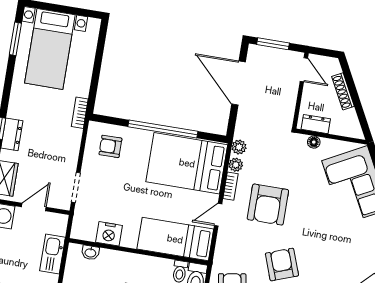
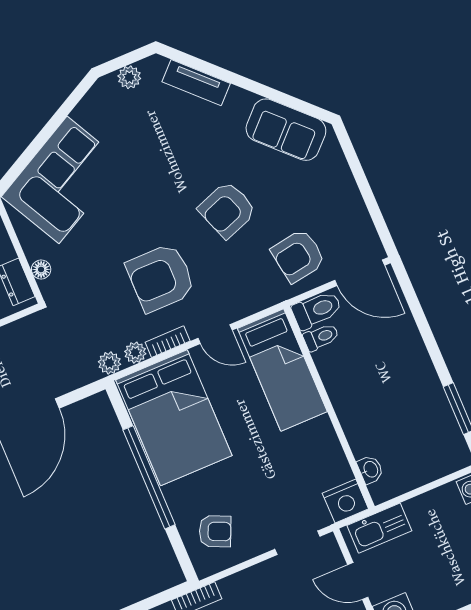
armchair: (110, 146) -> (215, 531), turned -66
armchair: (268, 205) -> (161, 278), turned 180
nightstand: (109, 234) -> (345, 501), moved, turned 90
kitchen sink: (53, 254) -> (379, 528), moved

